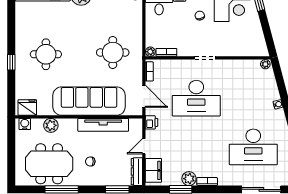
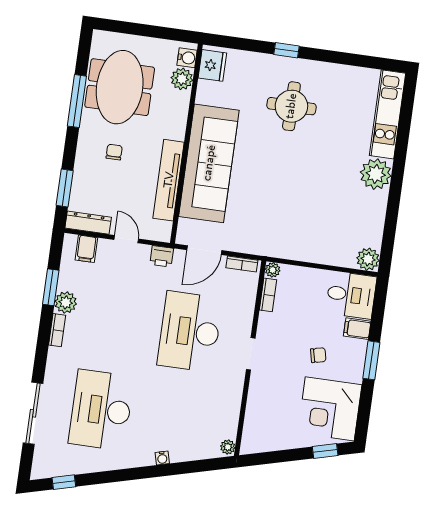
round table: (113, 52) -> (280, 211), removed
plant: (51, 125) -> (182, 79), moved
filing cabinet: (153, 170) -> (86, 249), width x0.50

